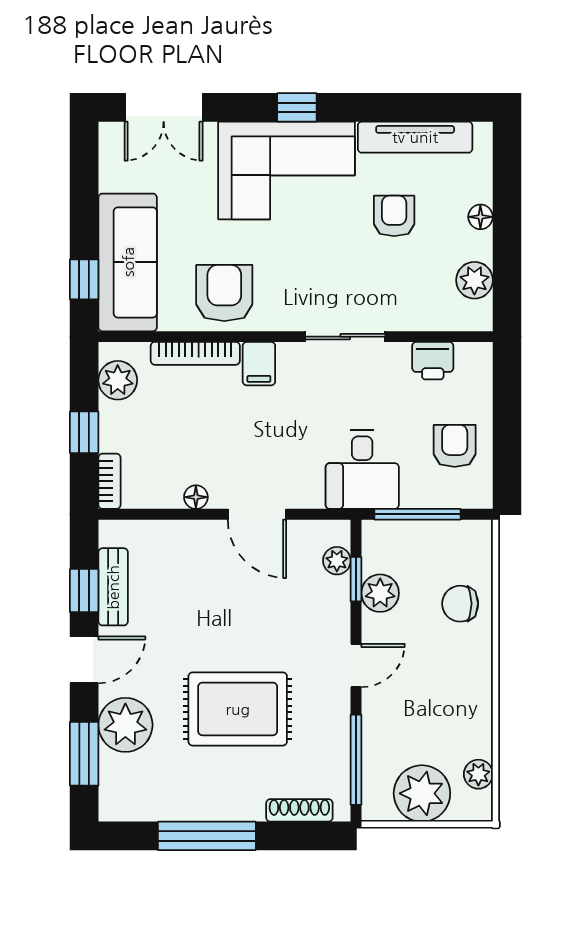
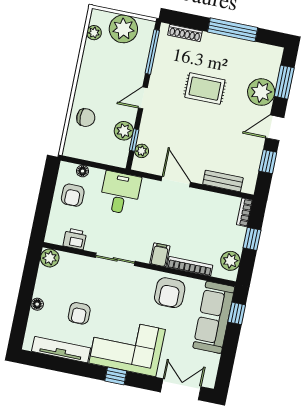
plant: (474, 280) -> (50, 258), moved
floor lamp: (196, 497) -> (82, 171), moved
window: (417, 514) -> (98, 165), removed
bench: (113, 587) -> (223, 181), moved, turned 90
rug: (238, 709) -> (205, 89), width x0.73, depth x0.70

